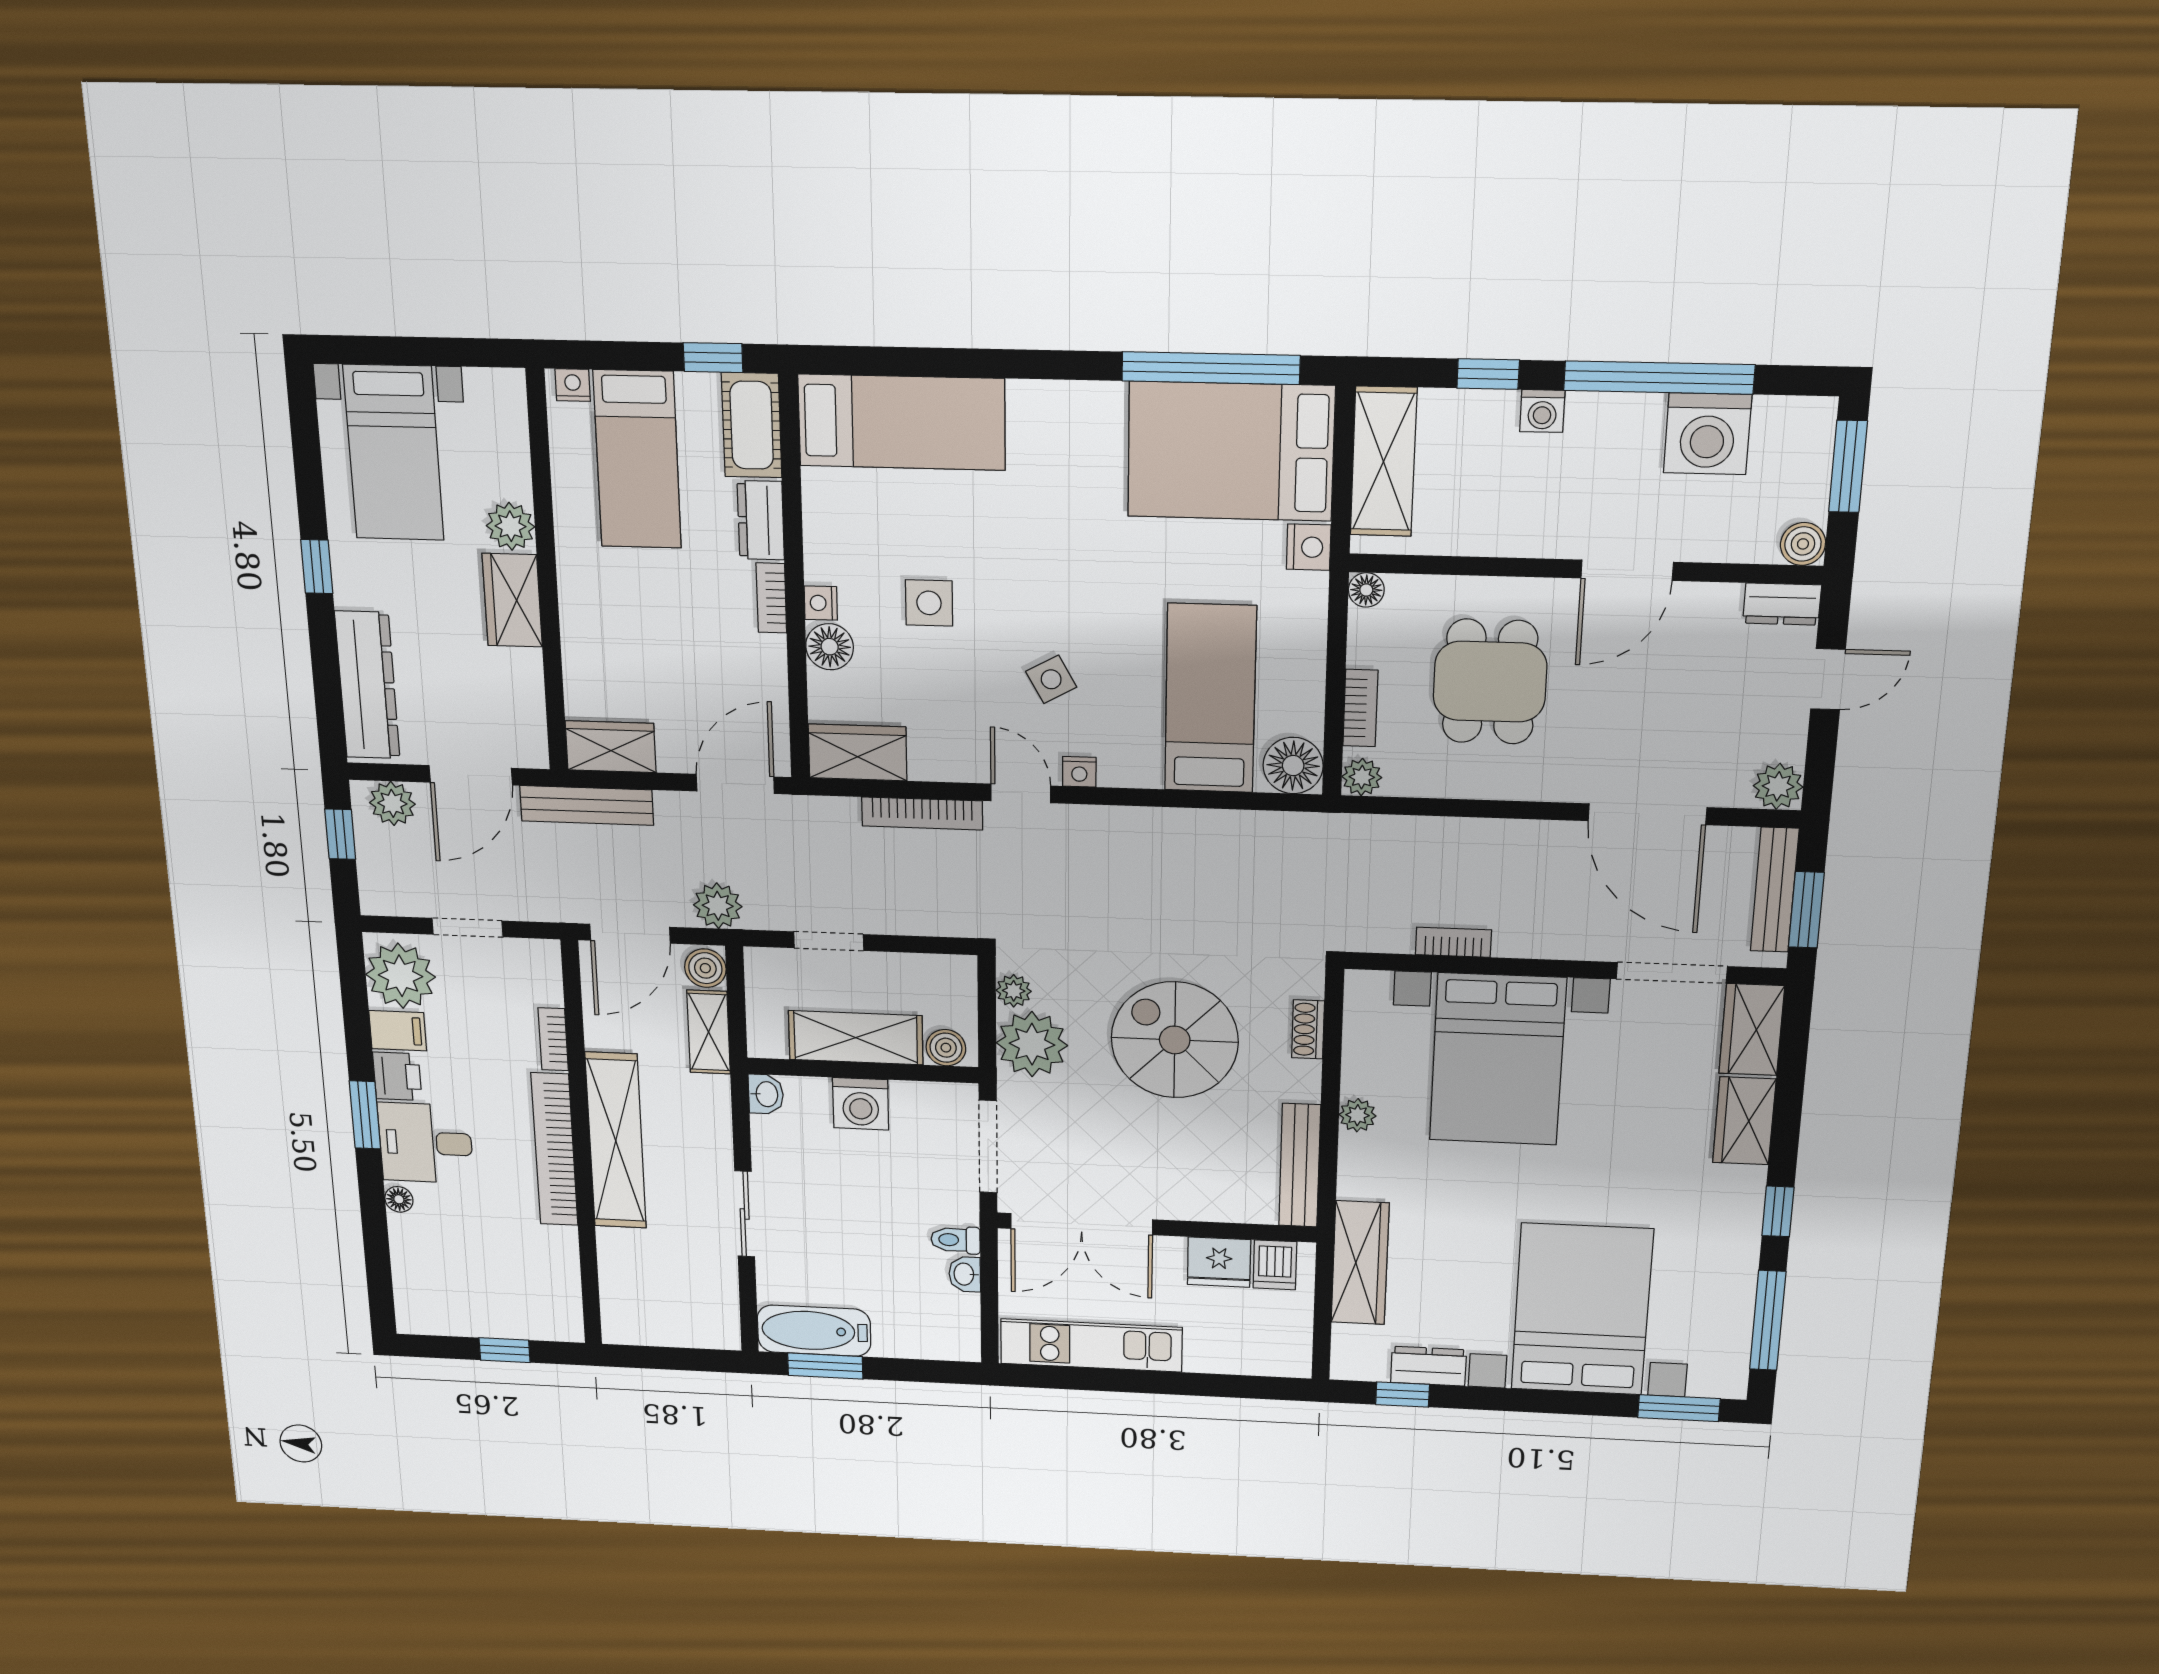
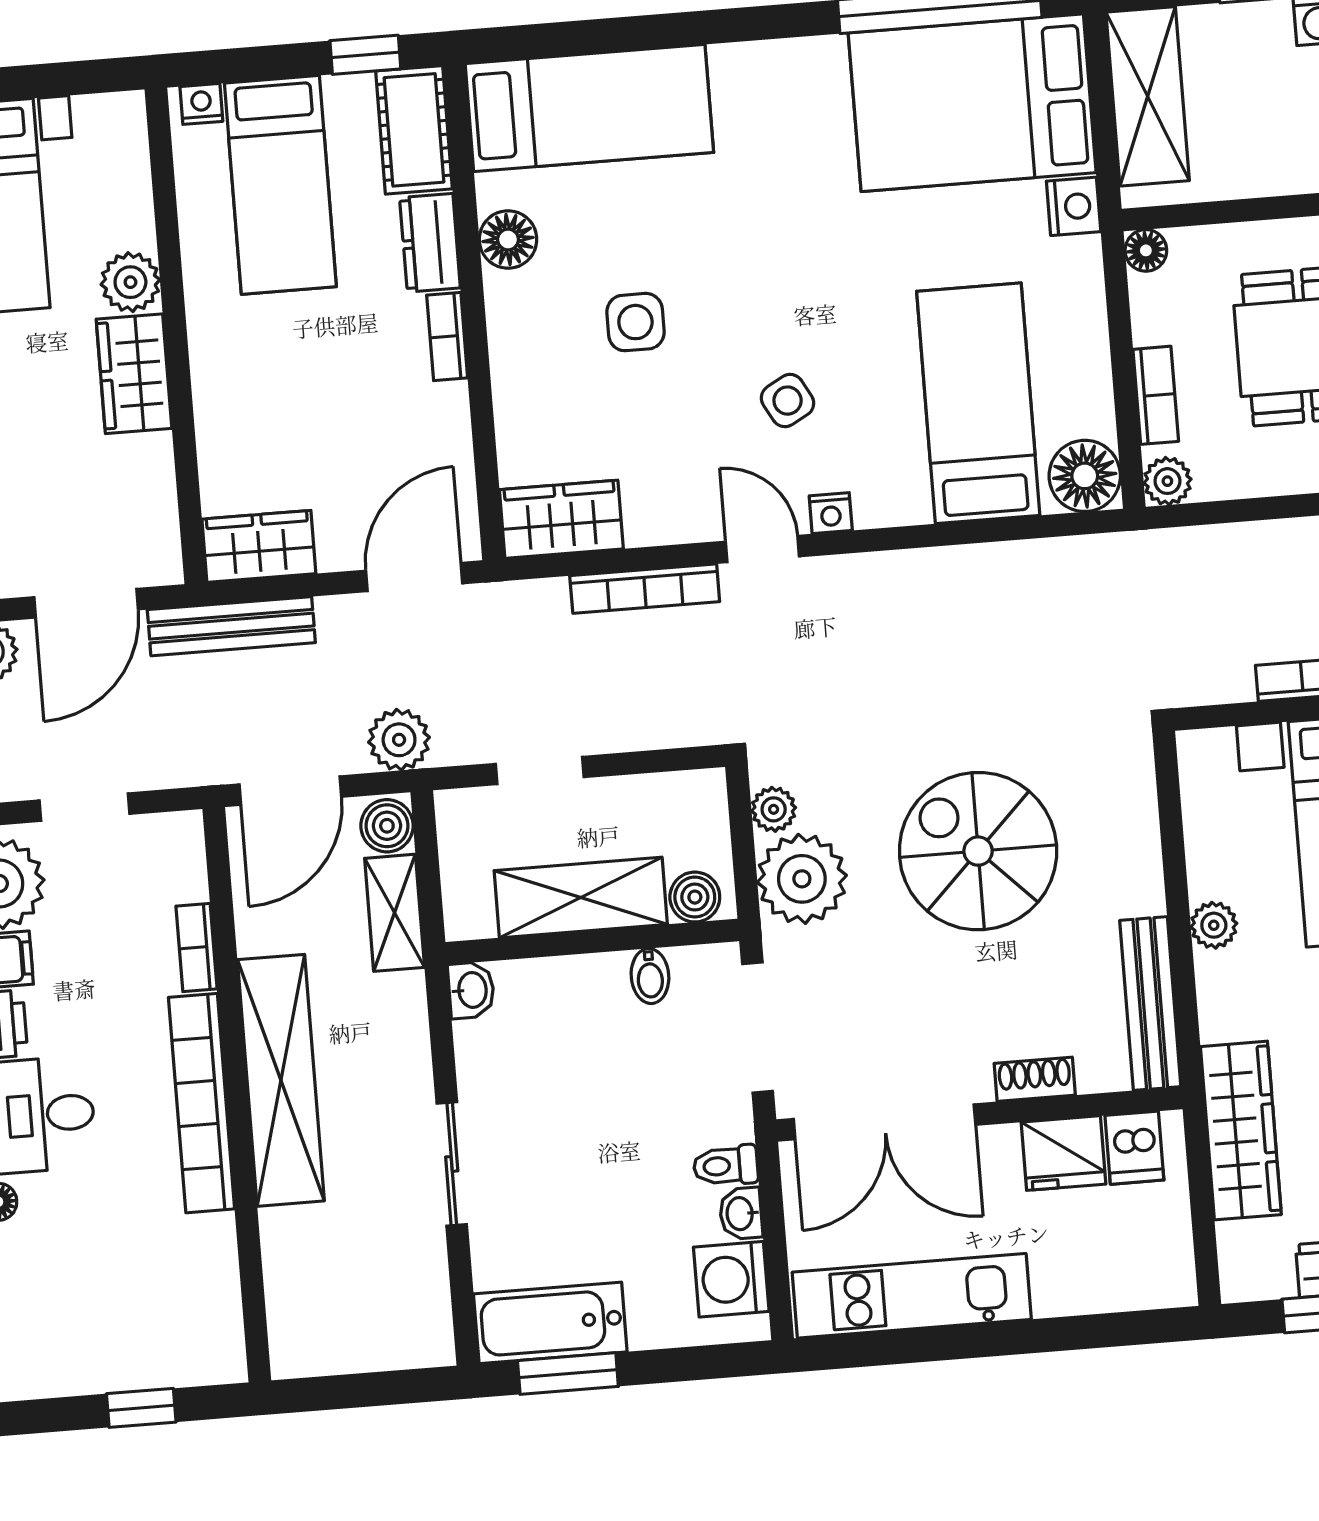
nightstand: (821, 603) -> (507, 336), removed
floor lamp: (830, 647) -> (508, 239), moved
shoe rack: (1308, 1029) -> (1035, 1079), moved, turned 90
bidet: (906, 1100) -> (650, 976), added
washing machine: (861, 1104) -> (731, 1279), moved, turned 90

